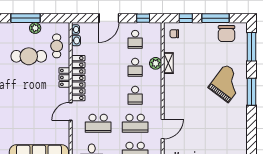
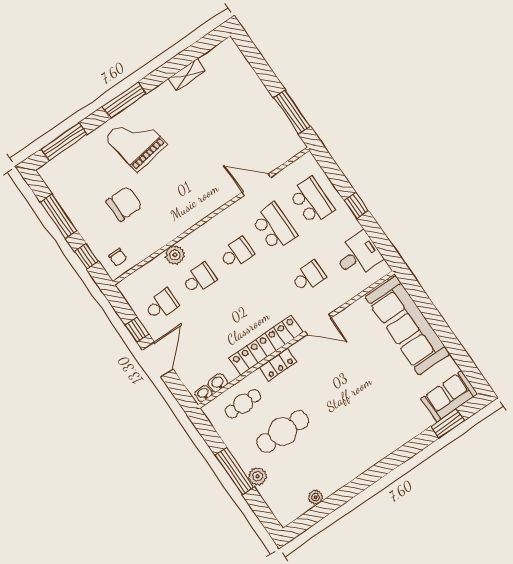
door: (109, 18) -> (158, 359), hinge flipped
window: (143, 18) -> (137, 330), moved
plant: (35, 28) -> (258, 476), moved
chair: (227, 34) -> (124, 204), moved
cafe table: (29, 56) -> (283, 432), turned 90
shelving: (168, 63) -> (187, 75), moved
grand piano: (227, 83) -> (136, 141), turned 44
school desk: (98, 123) -> (308, 277), width x0.54

